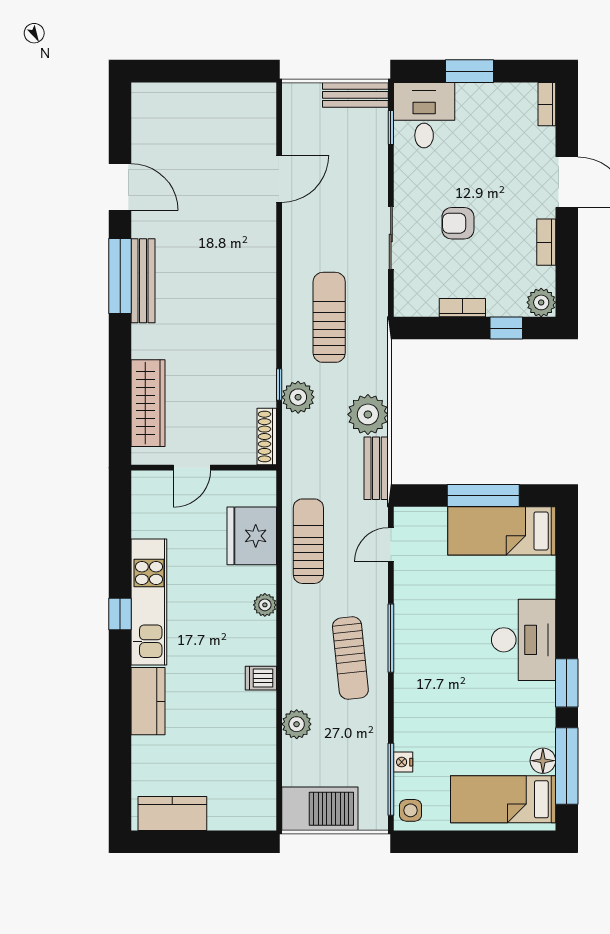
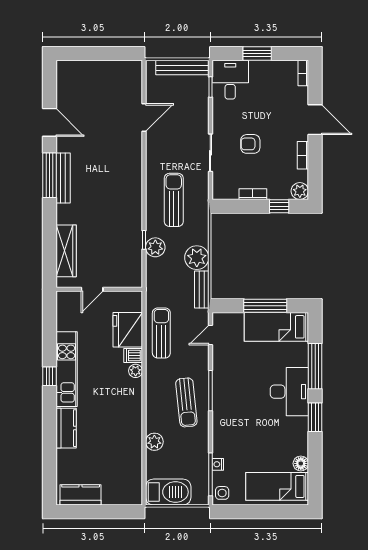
bench: (355, 95) -> (182, 68), width x1.36
shoe rack: (267, 437) -> (137, 271), removed
dishwasher: (261, 678) -> (133, 356), moved
window: (567, 766) -> (315, 366), moved

